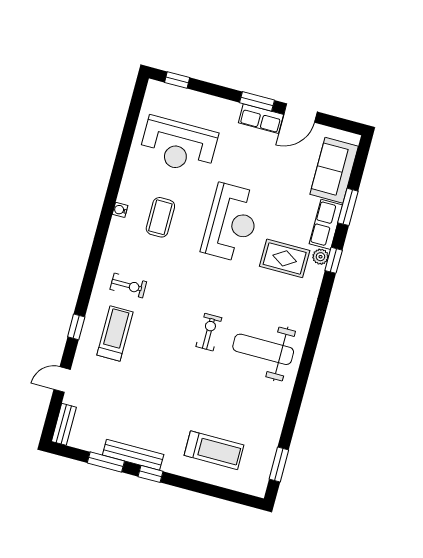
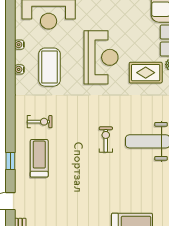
water cooler: (129, 177) -> (19, 45), added
coffee table: (160, 217) -> (49, 67), width x1.36, depth x1.32

